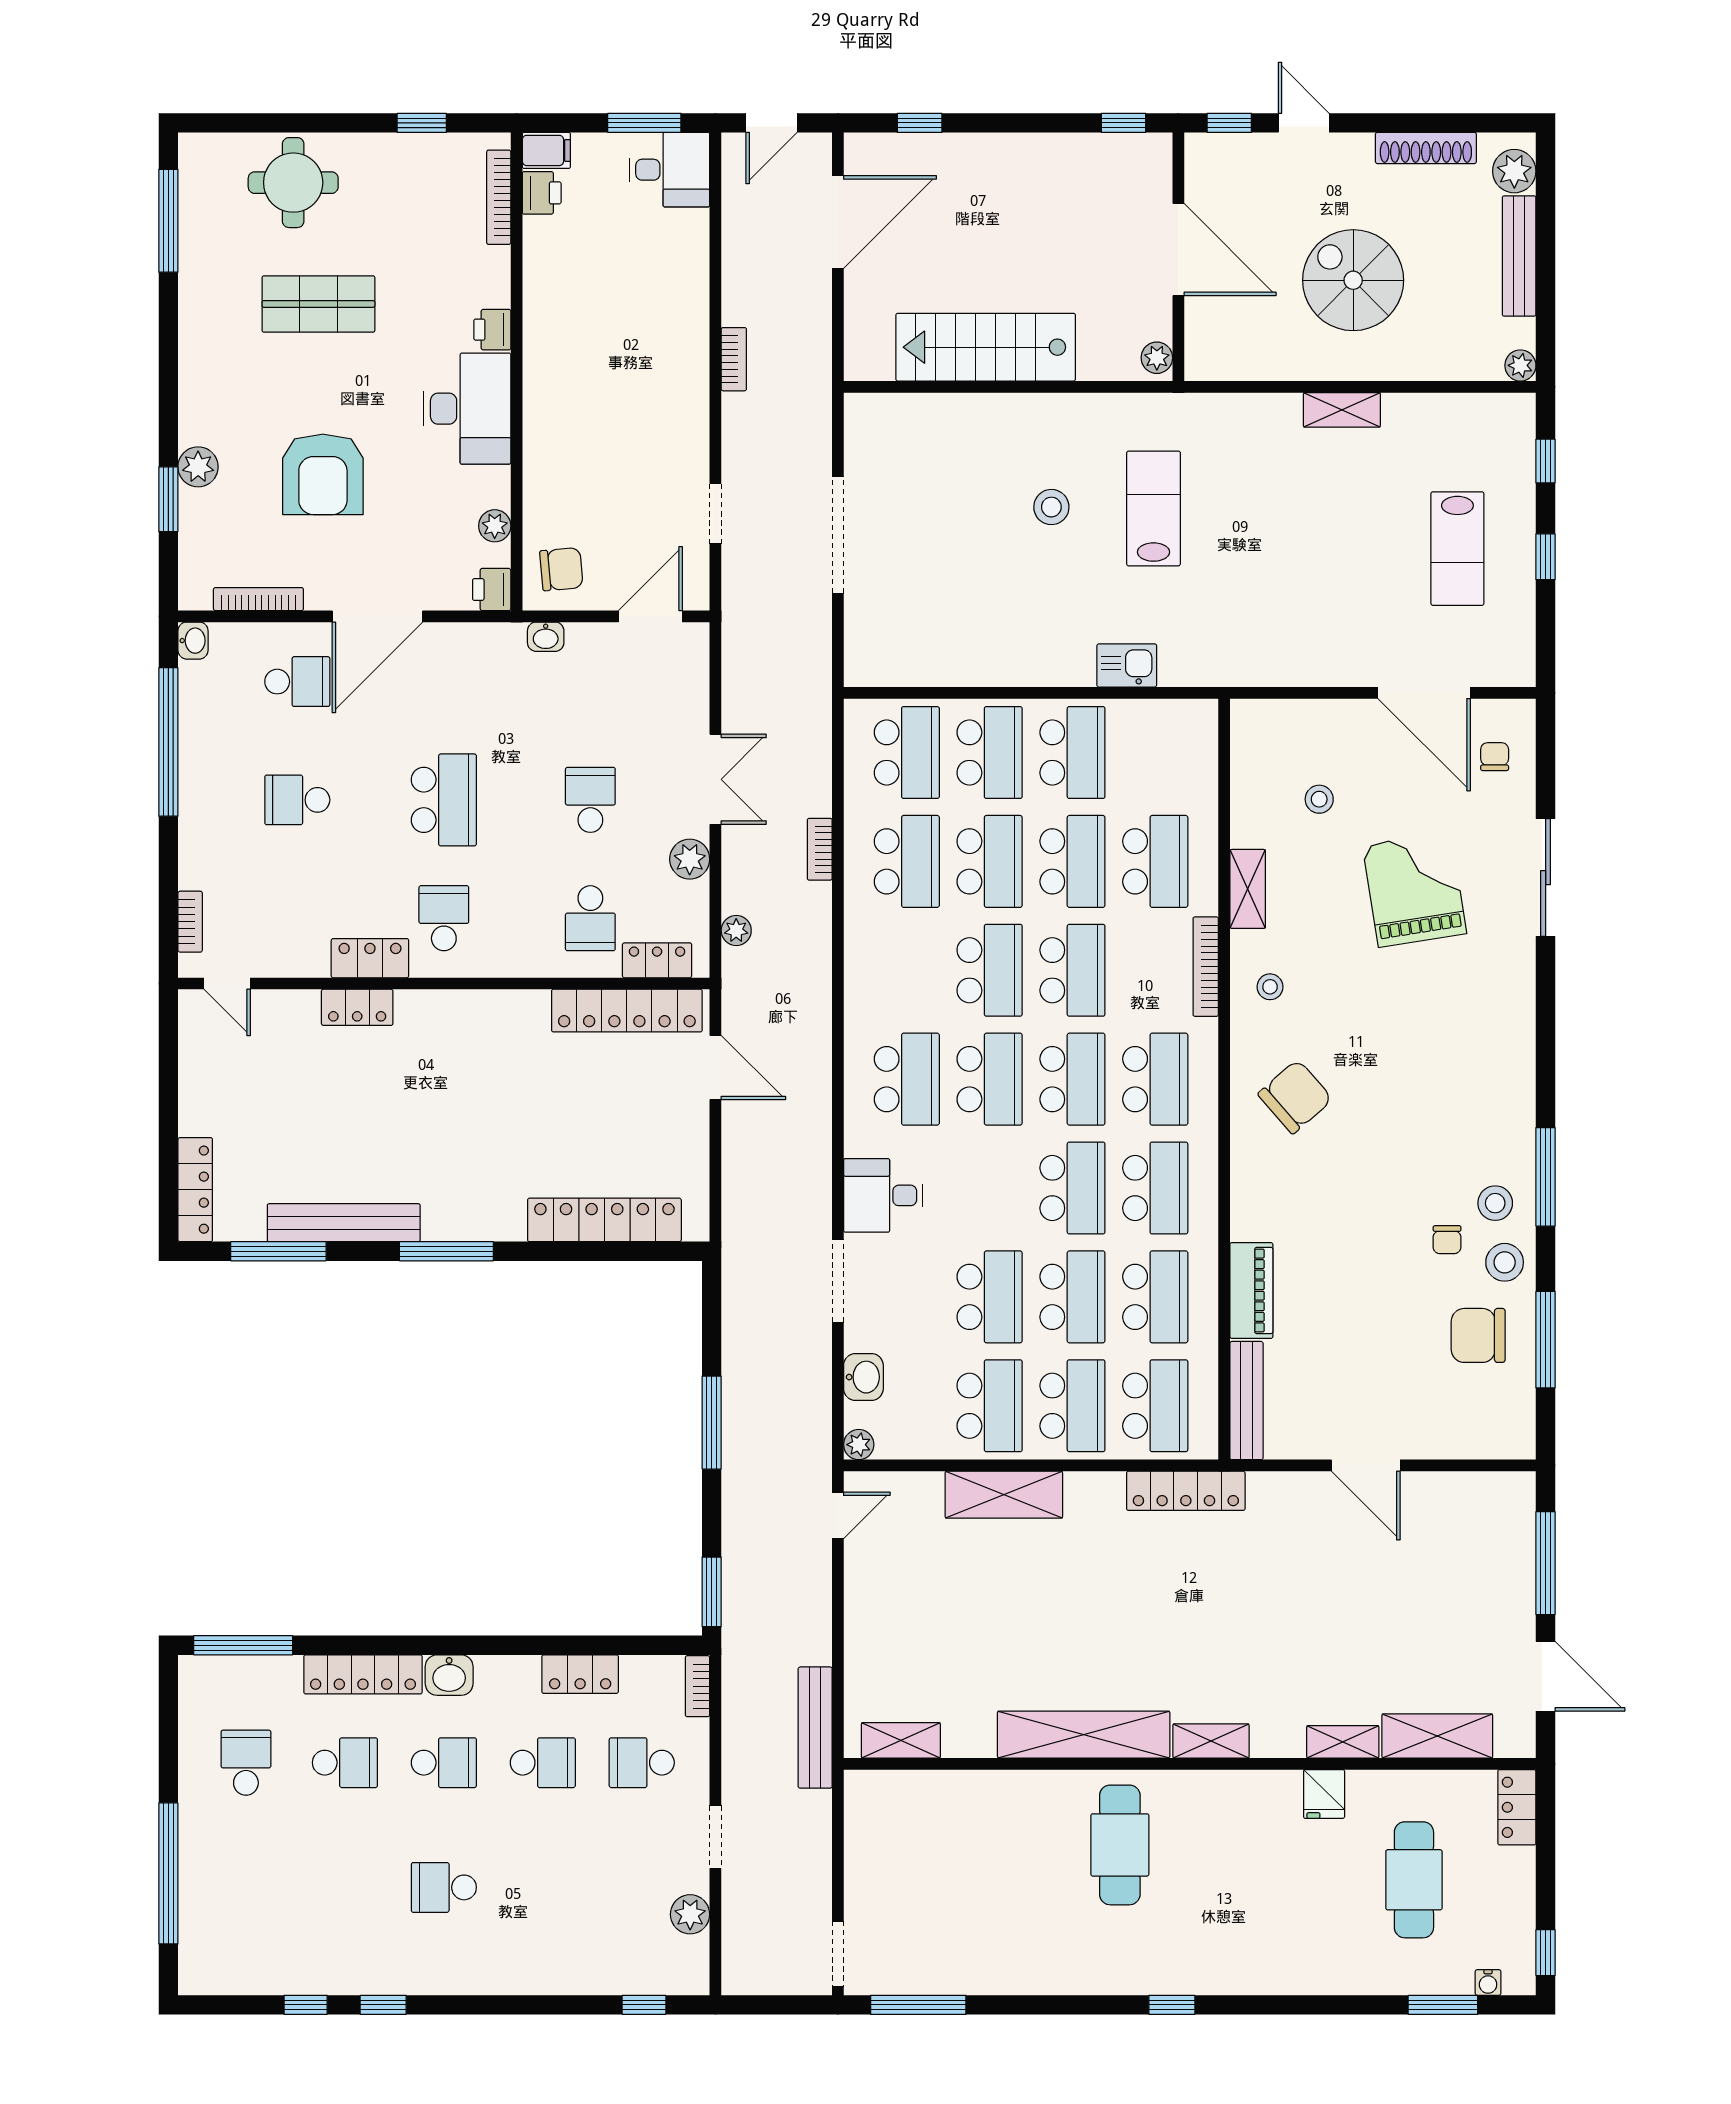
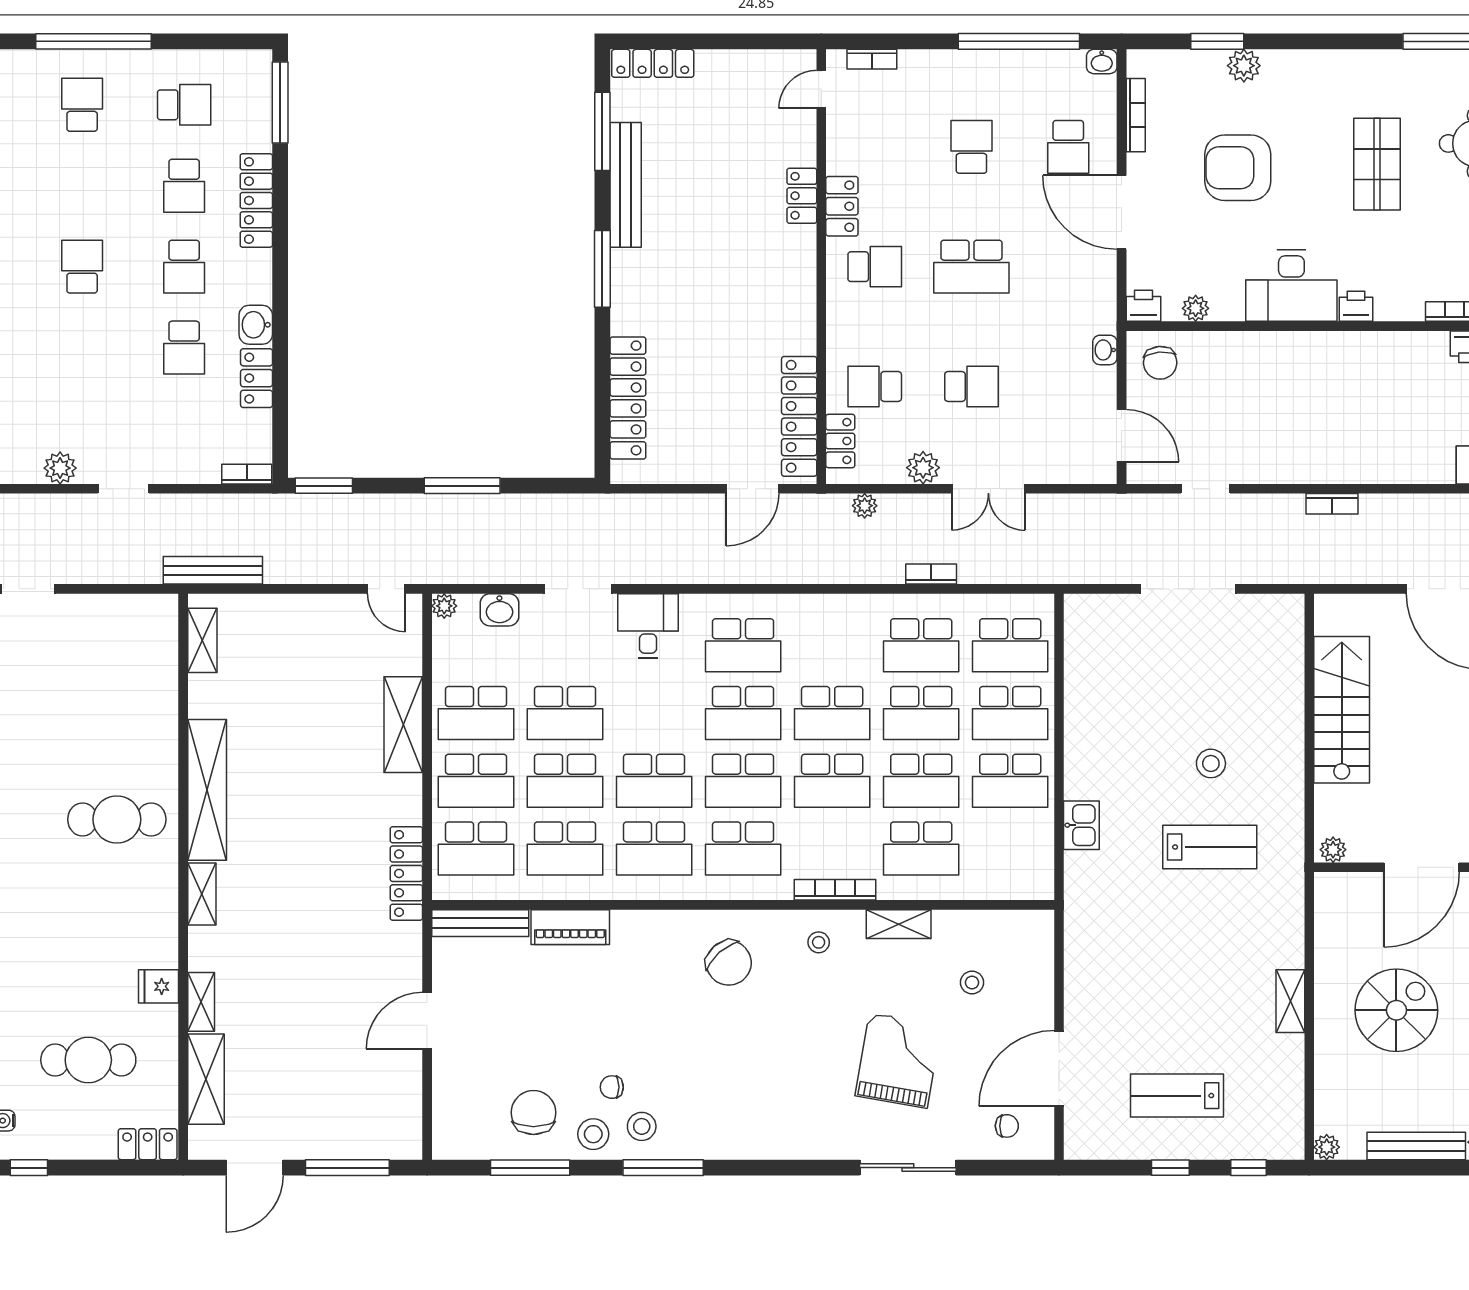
grand piano: (1415, 889) -> (898, 1060), turned -71
washbasin: (449, 1675) -> (256, 325), moved
school desk: (642, 1763) -> (82, 105), moved

